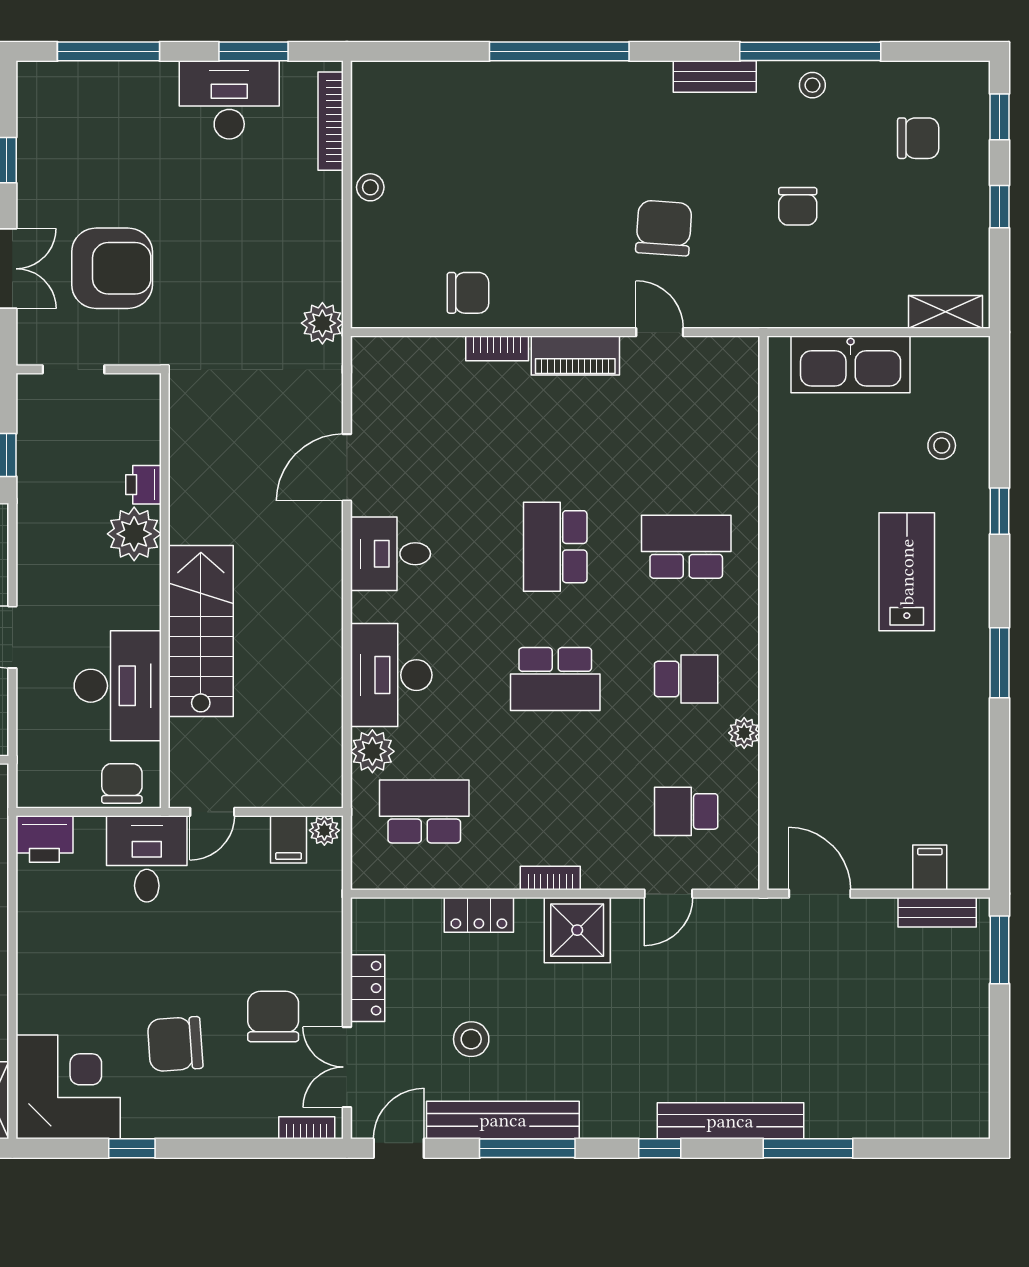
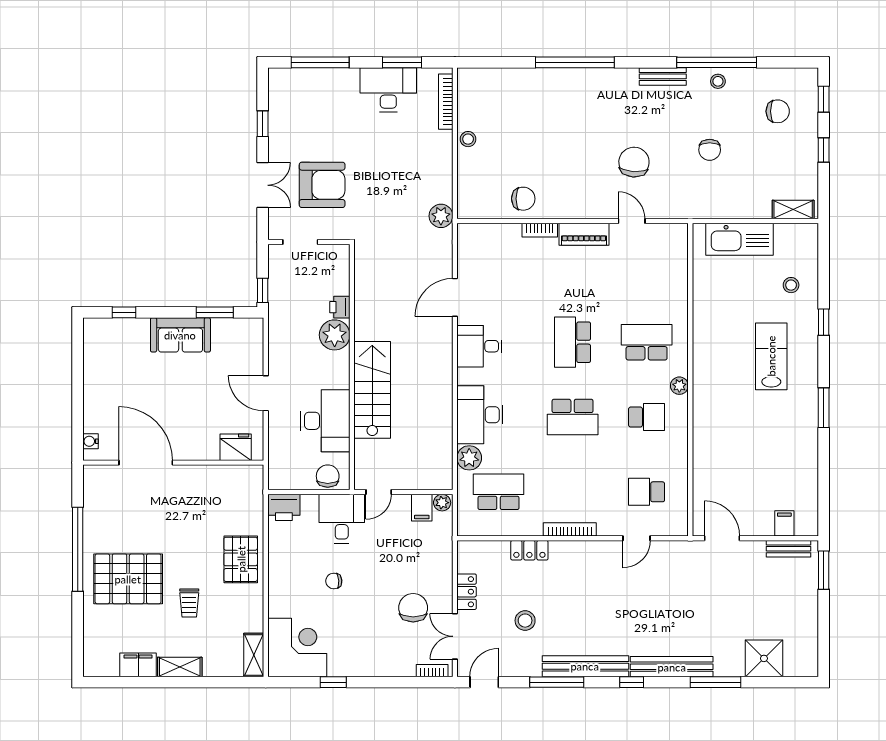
plant: (744, 733) -> (679, 386), moved
bookcase: (550, 878) -> (570, 529), width x1.56
shower: (577, 930) -> (764, 658), moved
chair: (175, 1044) -> (334, 581), moved, width x0.54, depth x0.54
bench: (503, 1120) -> (585, 666), moved

